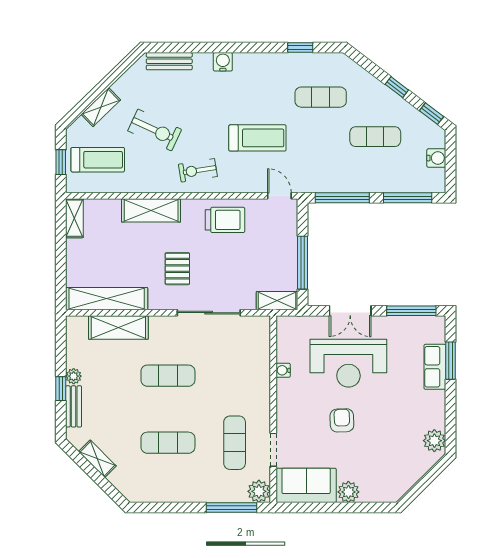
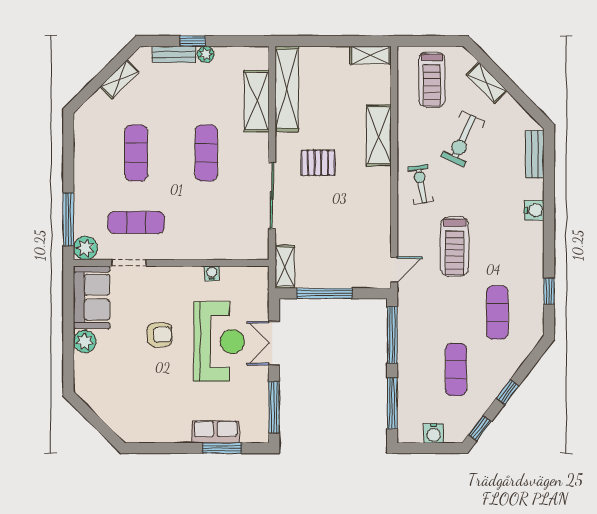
window: (61, 162) -> (429, 41), removed
trolley: (225, 220) -> (369, 213), removed
reception desk: (348, 363) -> (219, 342), turned 180
plant: (434, 441) -> (138, 431), removed

